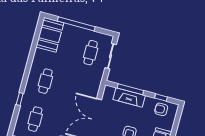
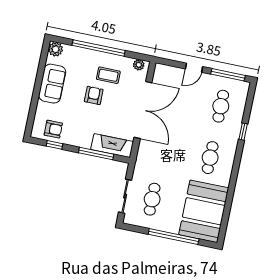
booth: (50, 35) -> (204, 211), width x1.36, depth x1.42
fireplace: (129, 97) -> (112, 146), moved

